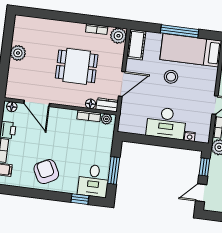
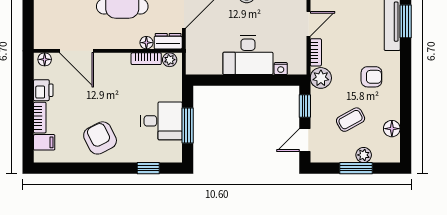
desk: (94, 181) -> (161, 121), moved, turned -90

